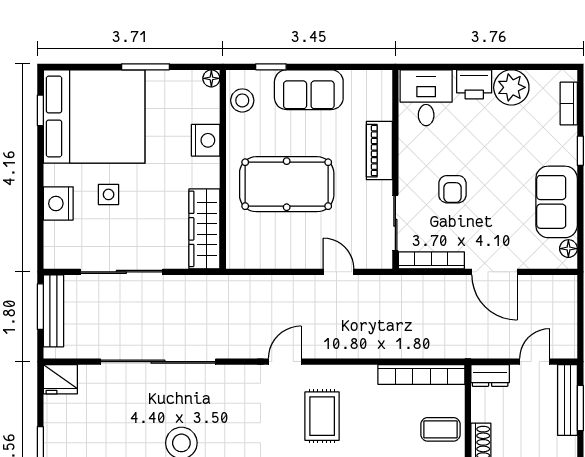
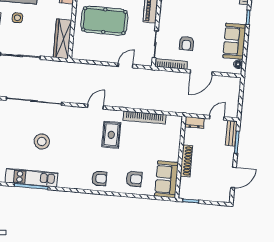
armchair: (452, 189) -> (187, 43), moved
door: (338, 272) -> (126, 65), hinge flipped
door: (494, 272) -> (201, 72), hinge flipped
bookcase: (421, 375) -> (144, 117), moved
bench: (567, 400) -> (231, 133), width x0.73
coffee table: (440, 429) -> (168, 146), removed

